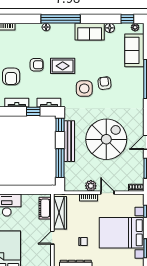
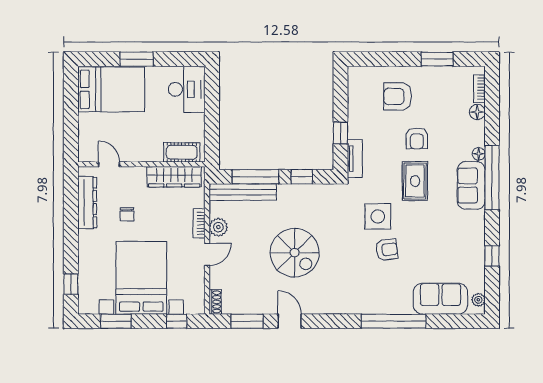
window: (127, 19) -> (492, 256), moved
floor lamp: (110, 28) -> (477, 112), moved
sofa: (90, 32) -> (471, 185), moved
tv unit: (17, 103) -> (355, 106), removed
window: (60, 125) -> (302, 177), moved
spiral stairs: (106, 139) -> (295, 253), width x0.73, depth x0.73
bench: (69, 141) -> (243, 192), moved
door: (52, 238) -> (109, 164), moved

